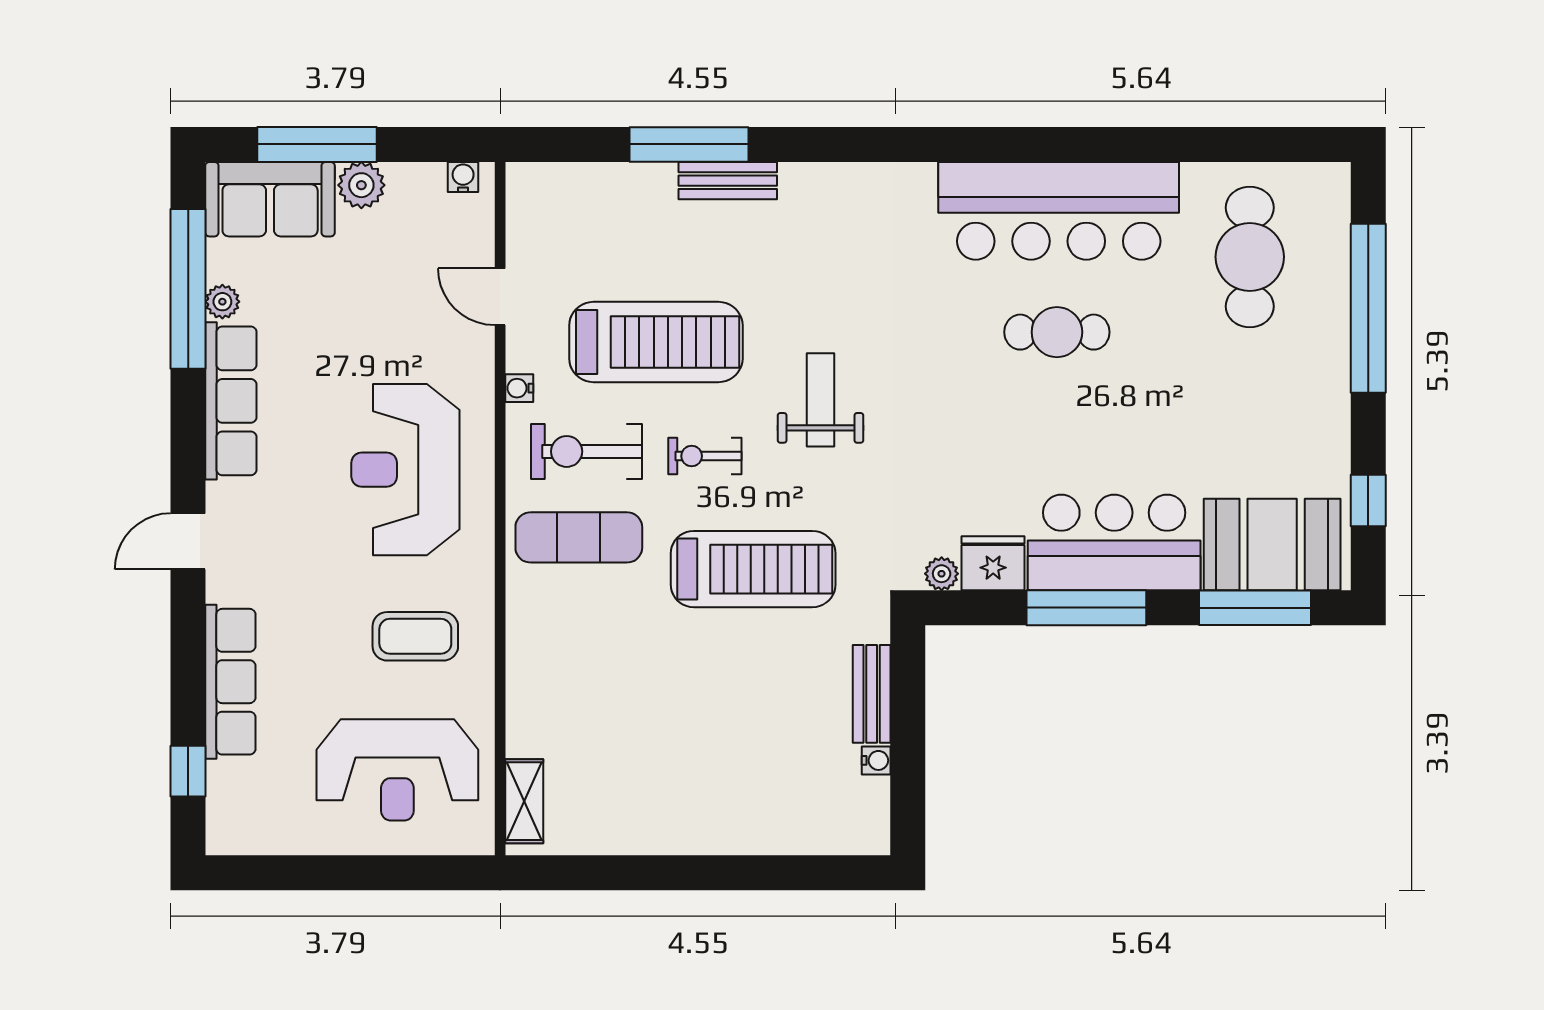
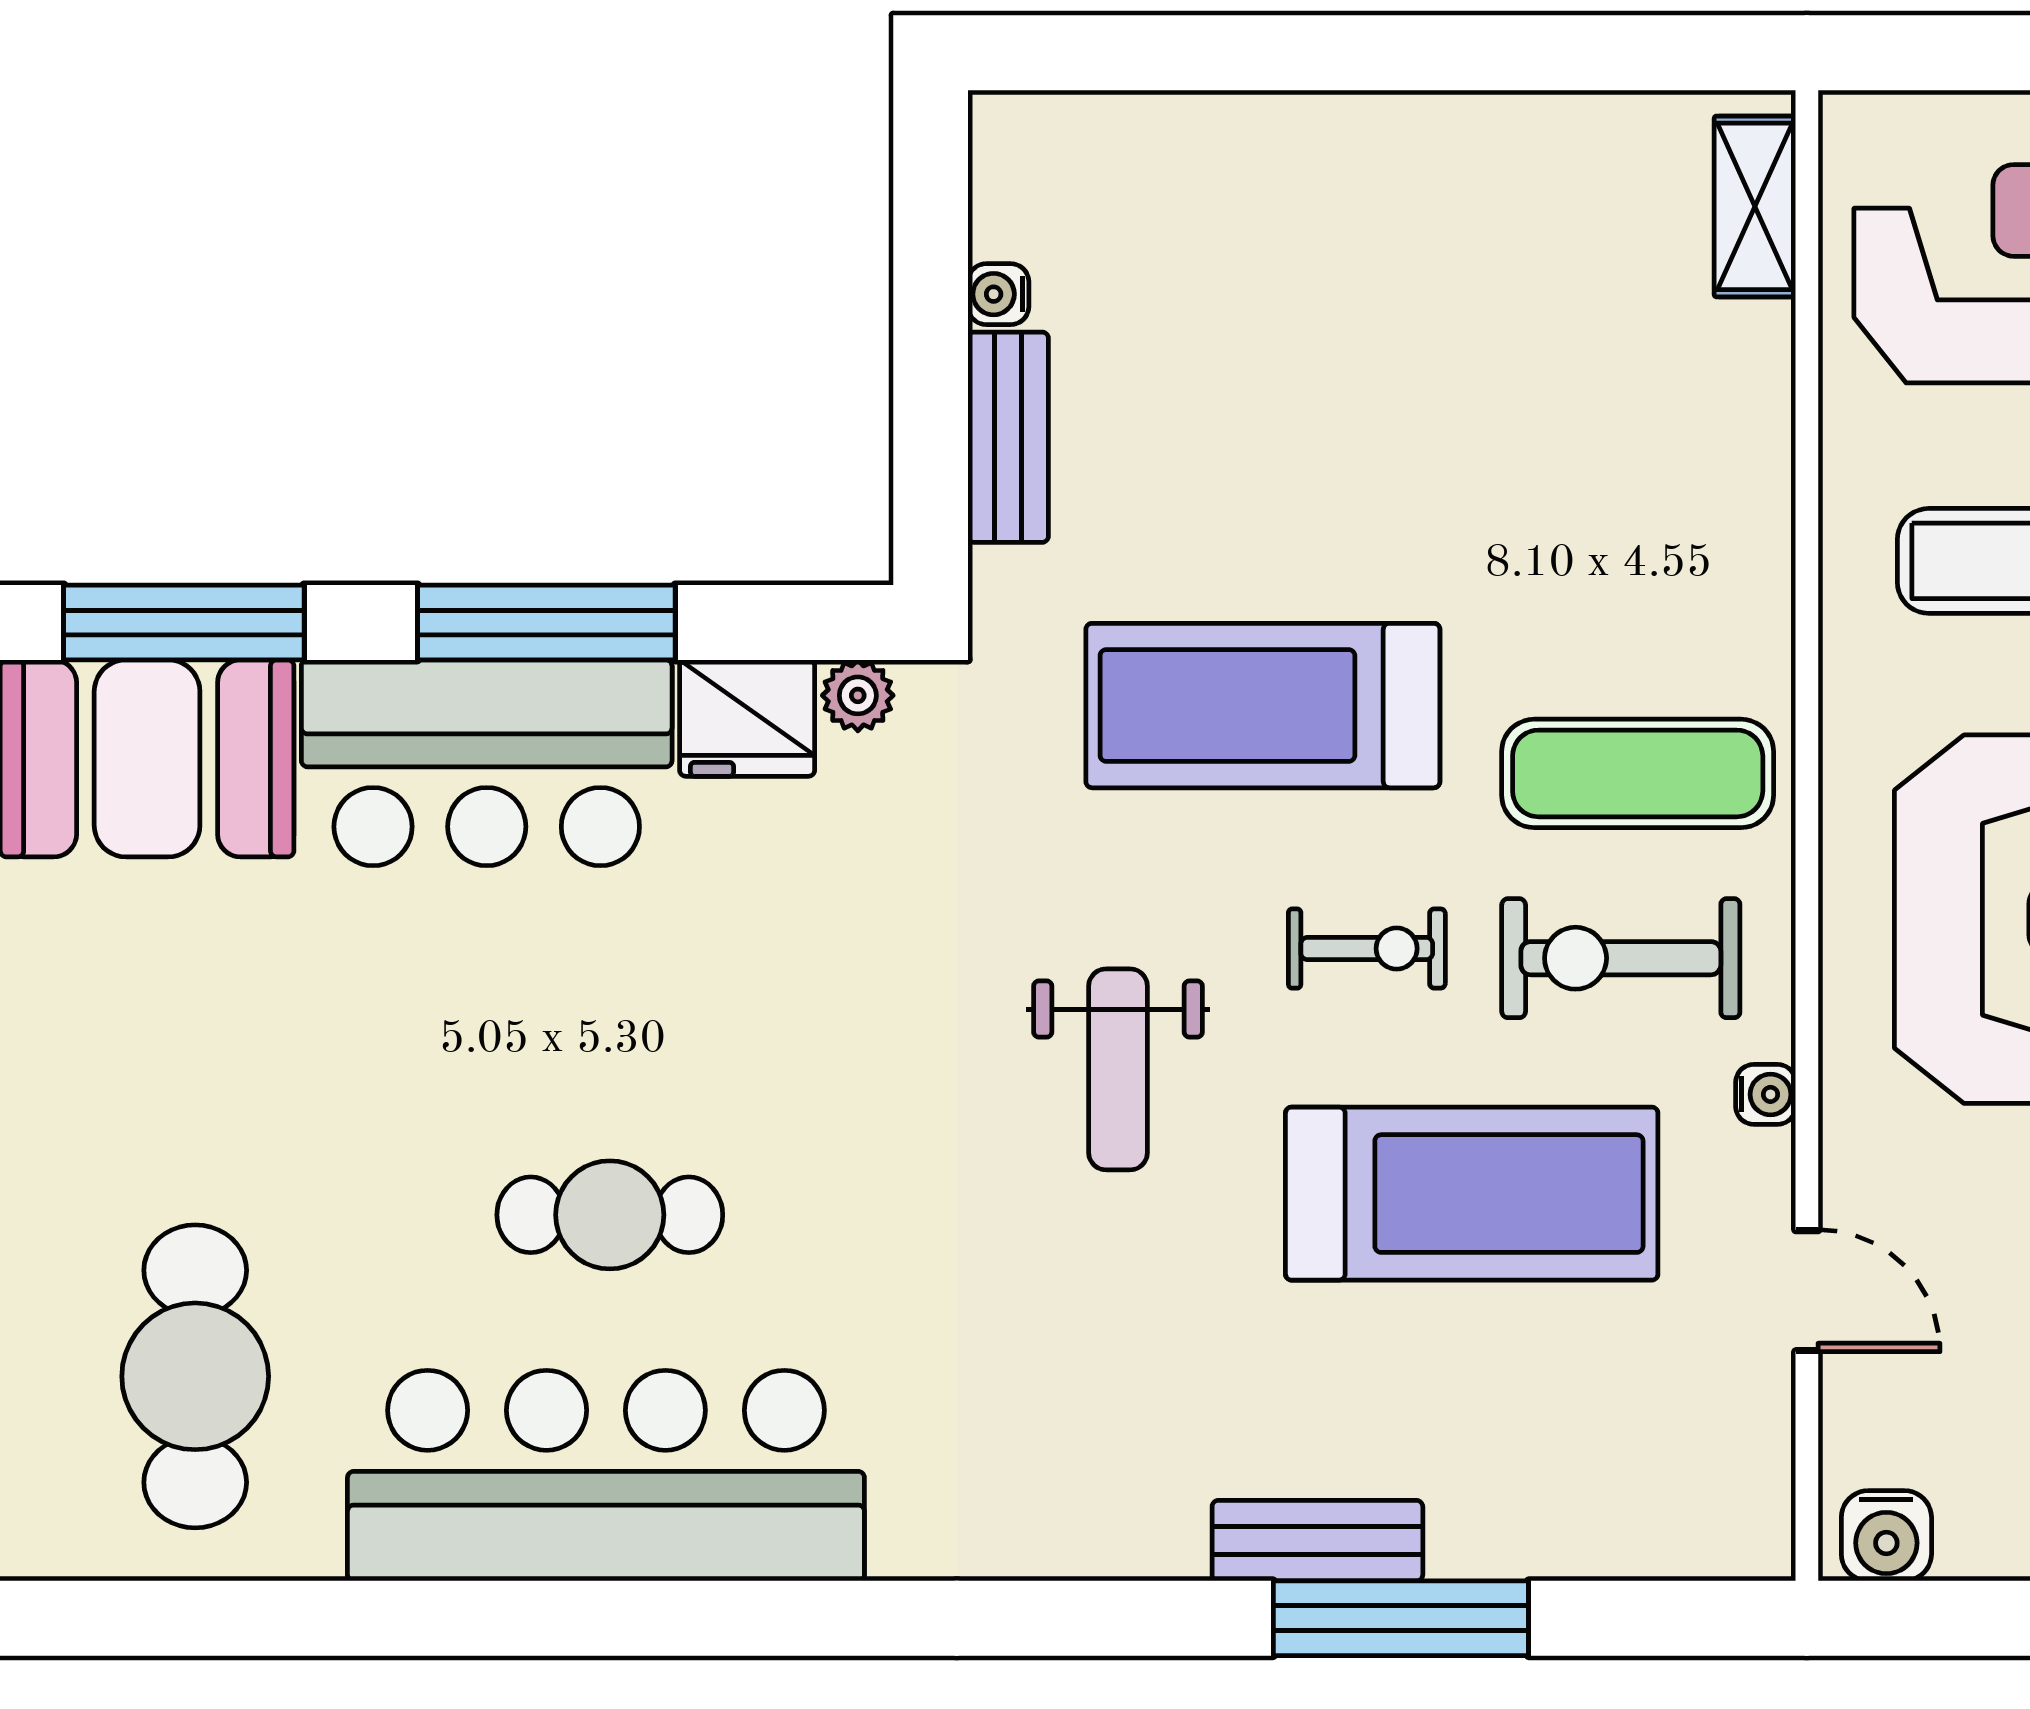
water cooler: (463, 177) -> (1886, 1536), width x1.38, depth x1.38
treadmill: (656, 342) -> (1472, 1194), turned 180
exercise bike: (587, 451) -> (1621, 958), turned 180

